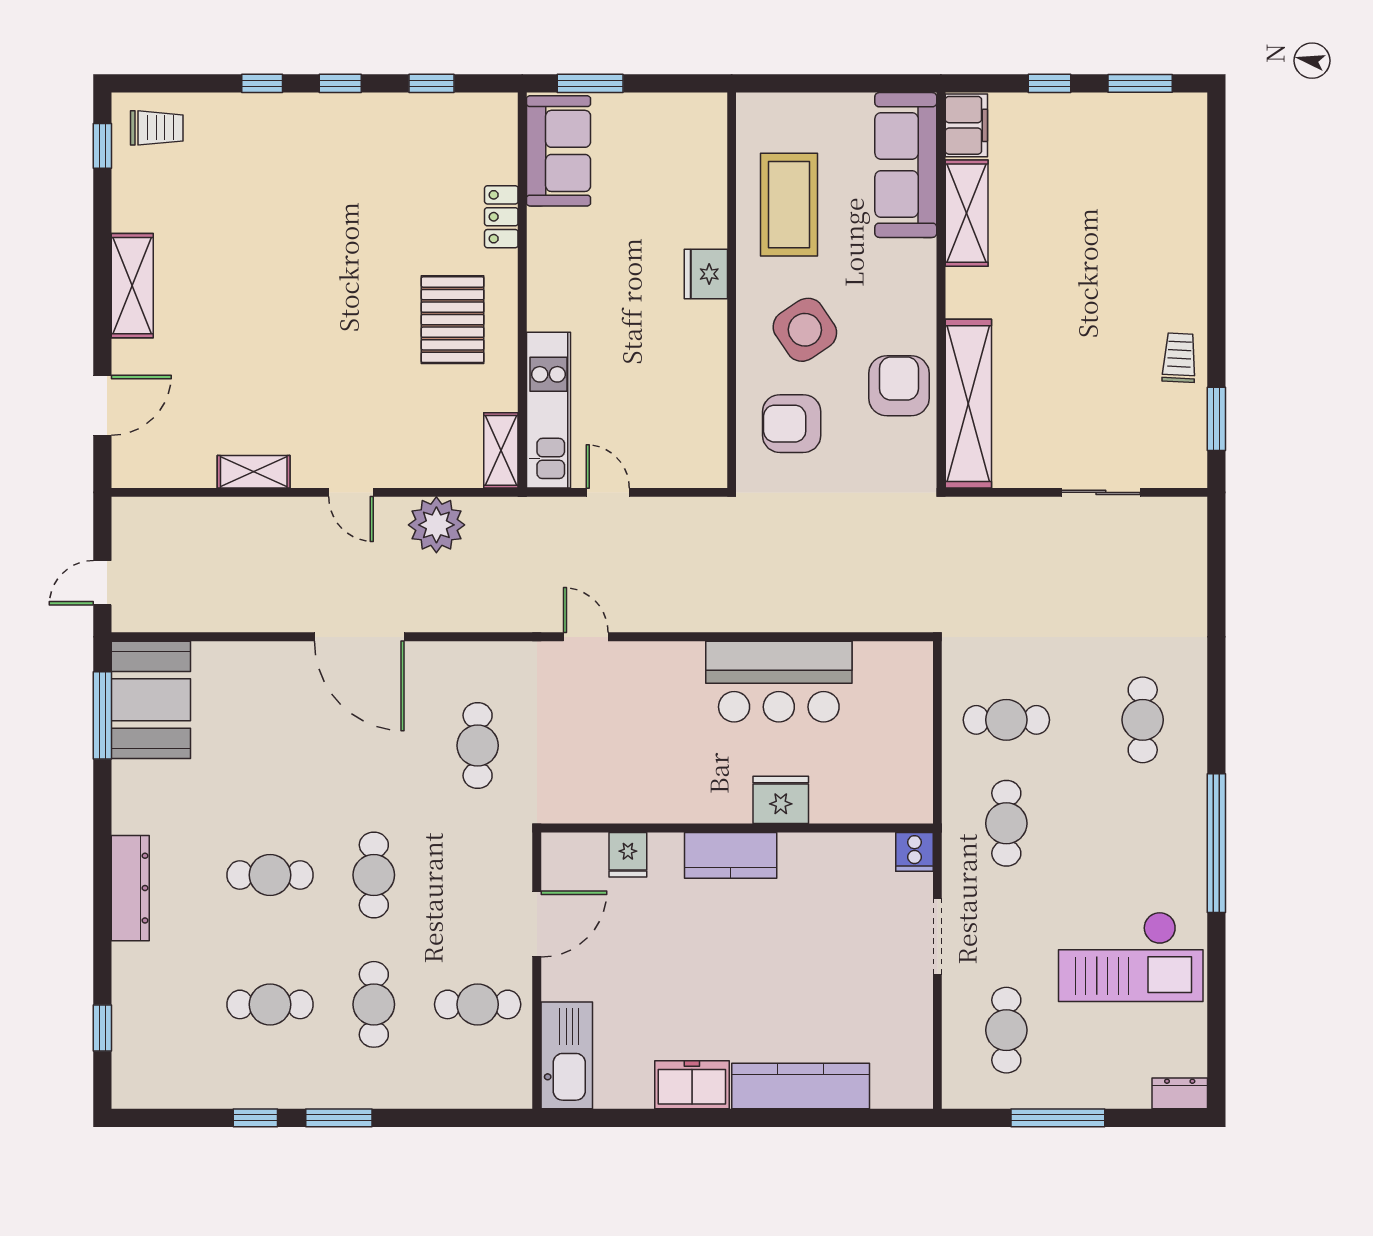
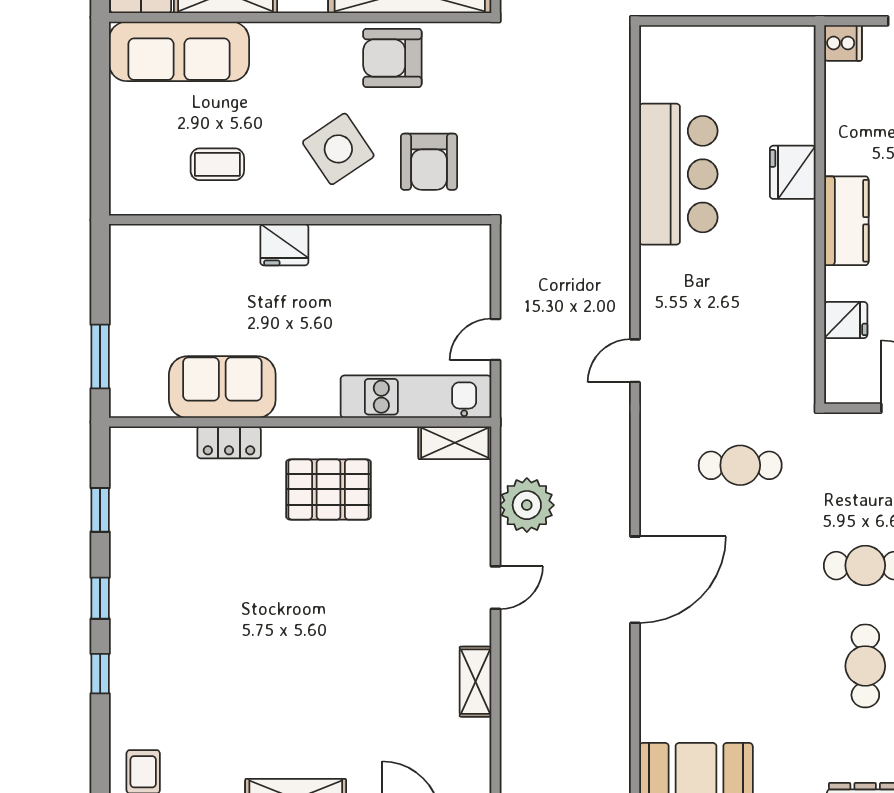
sofa: (559, 151) -> (222, 387), moved
coffee table: (789, 205) -> (217, 164), width x0.54, depth x0.58

